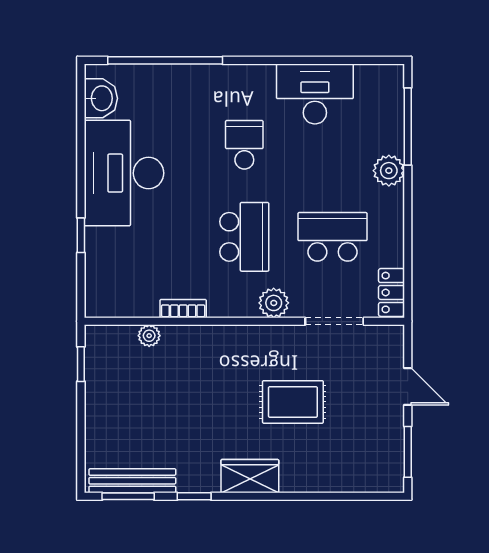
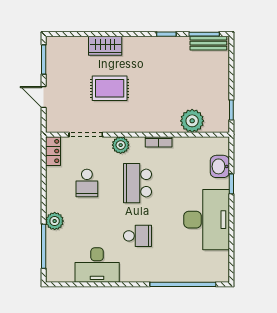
washbasin: (101, 98) -> (220, 166), moved
school desk: (244, 145) -> (137, 236), turned -90
school desk: (333, 237) -> (87, 183), width x0.54
bookcase: (183, 309) -> (159, 142), moved
plant: (149, 336) -> (192, 121), width x1.88, depth x1.88
wardrobe: (250, 476) -> (105, 46), moved
bench: (132, 481) -> (208, 43), width x0.73

